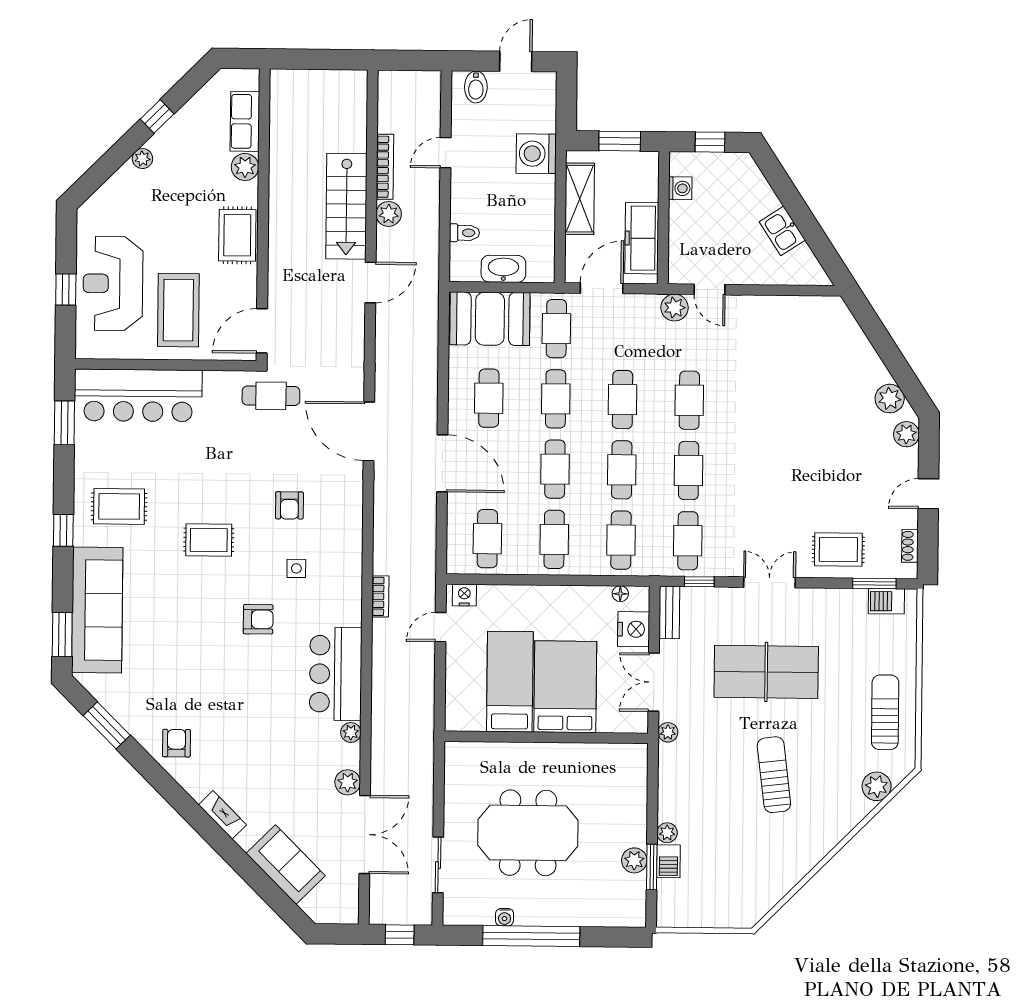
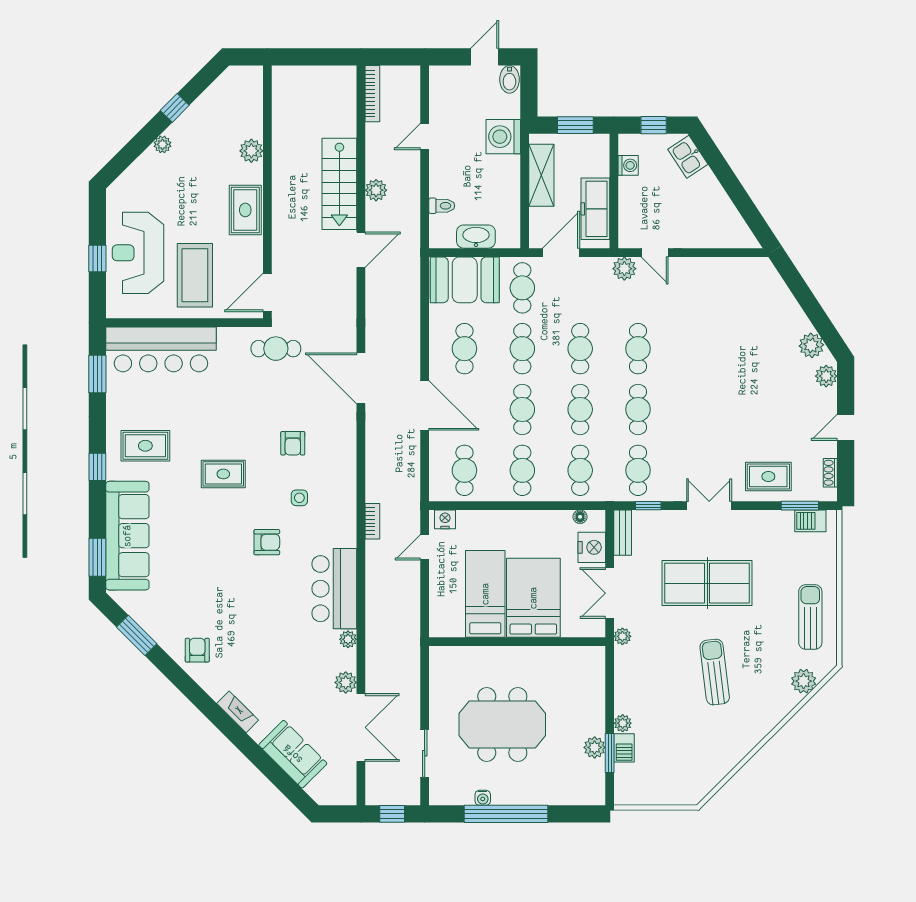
bidet: (476, 87) -> (509, 79), moved
row of seats: (245, 121) -> (251, 111), removed
bookcase: (385, 167) -> (372, 94), moved
kitchen sink: (782, 231) -> (688, 157), moved

